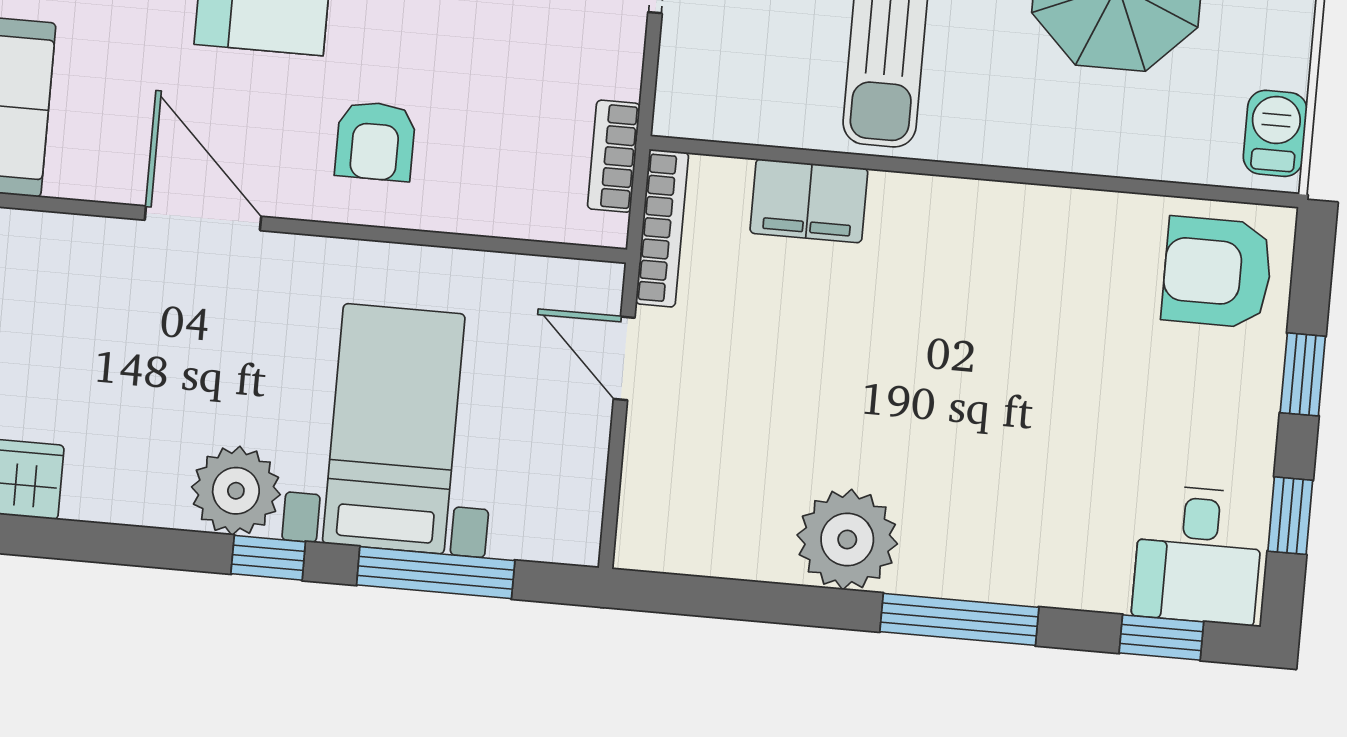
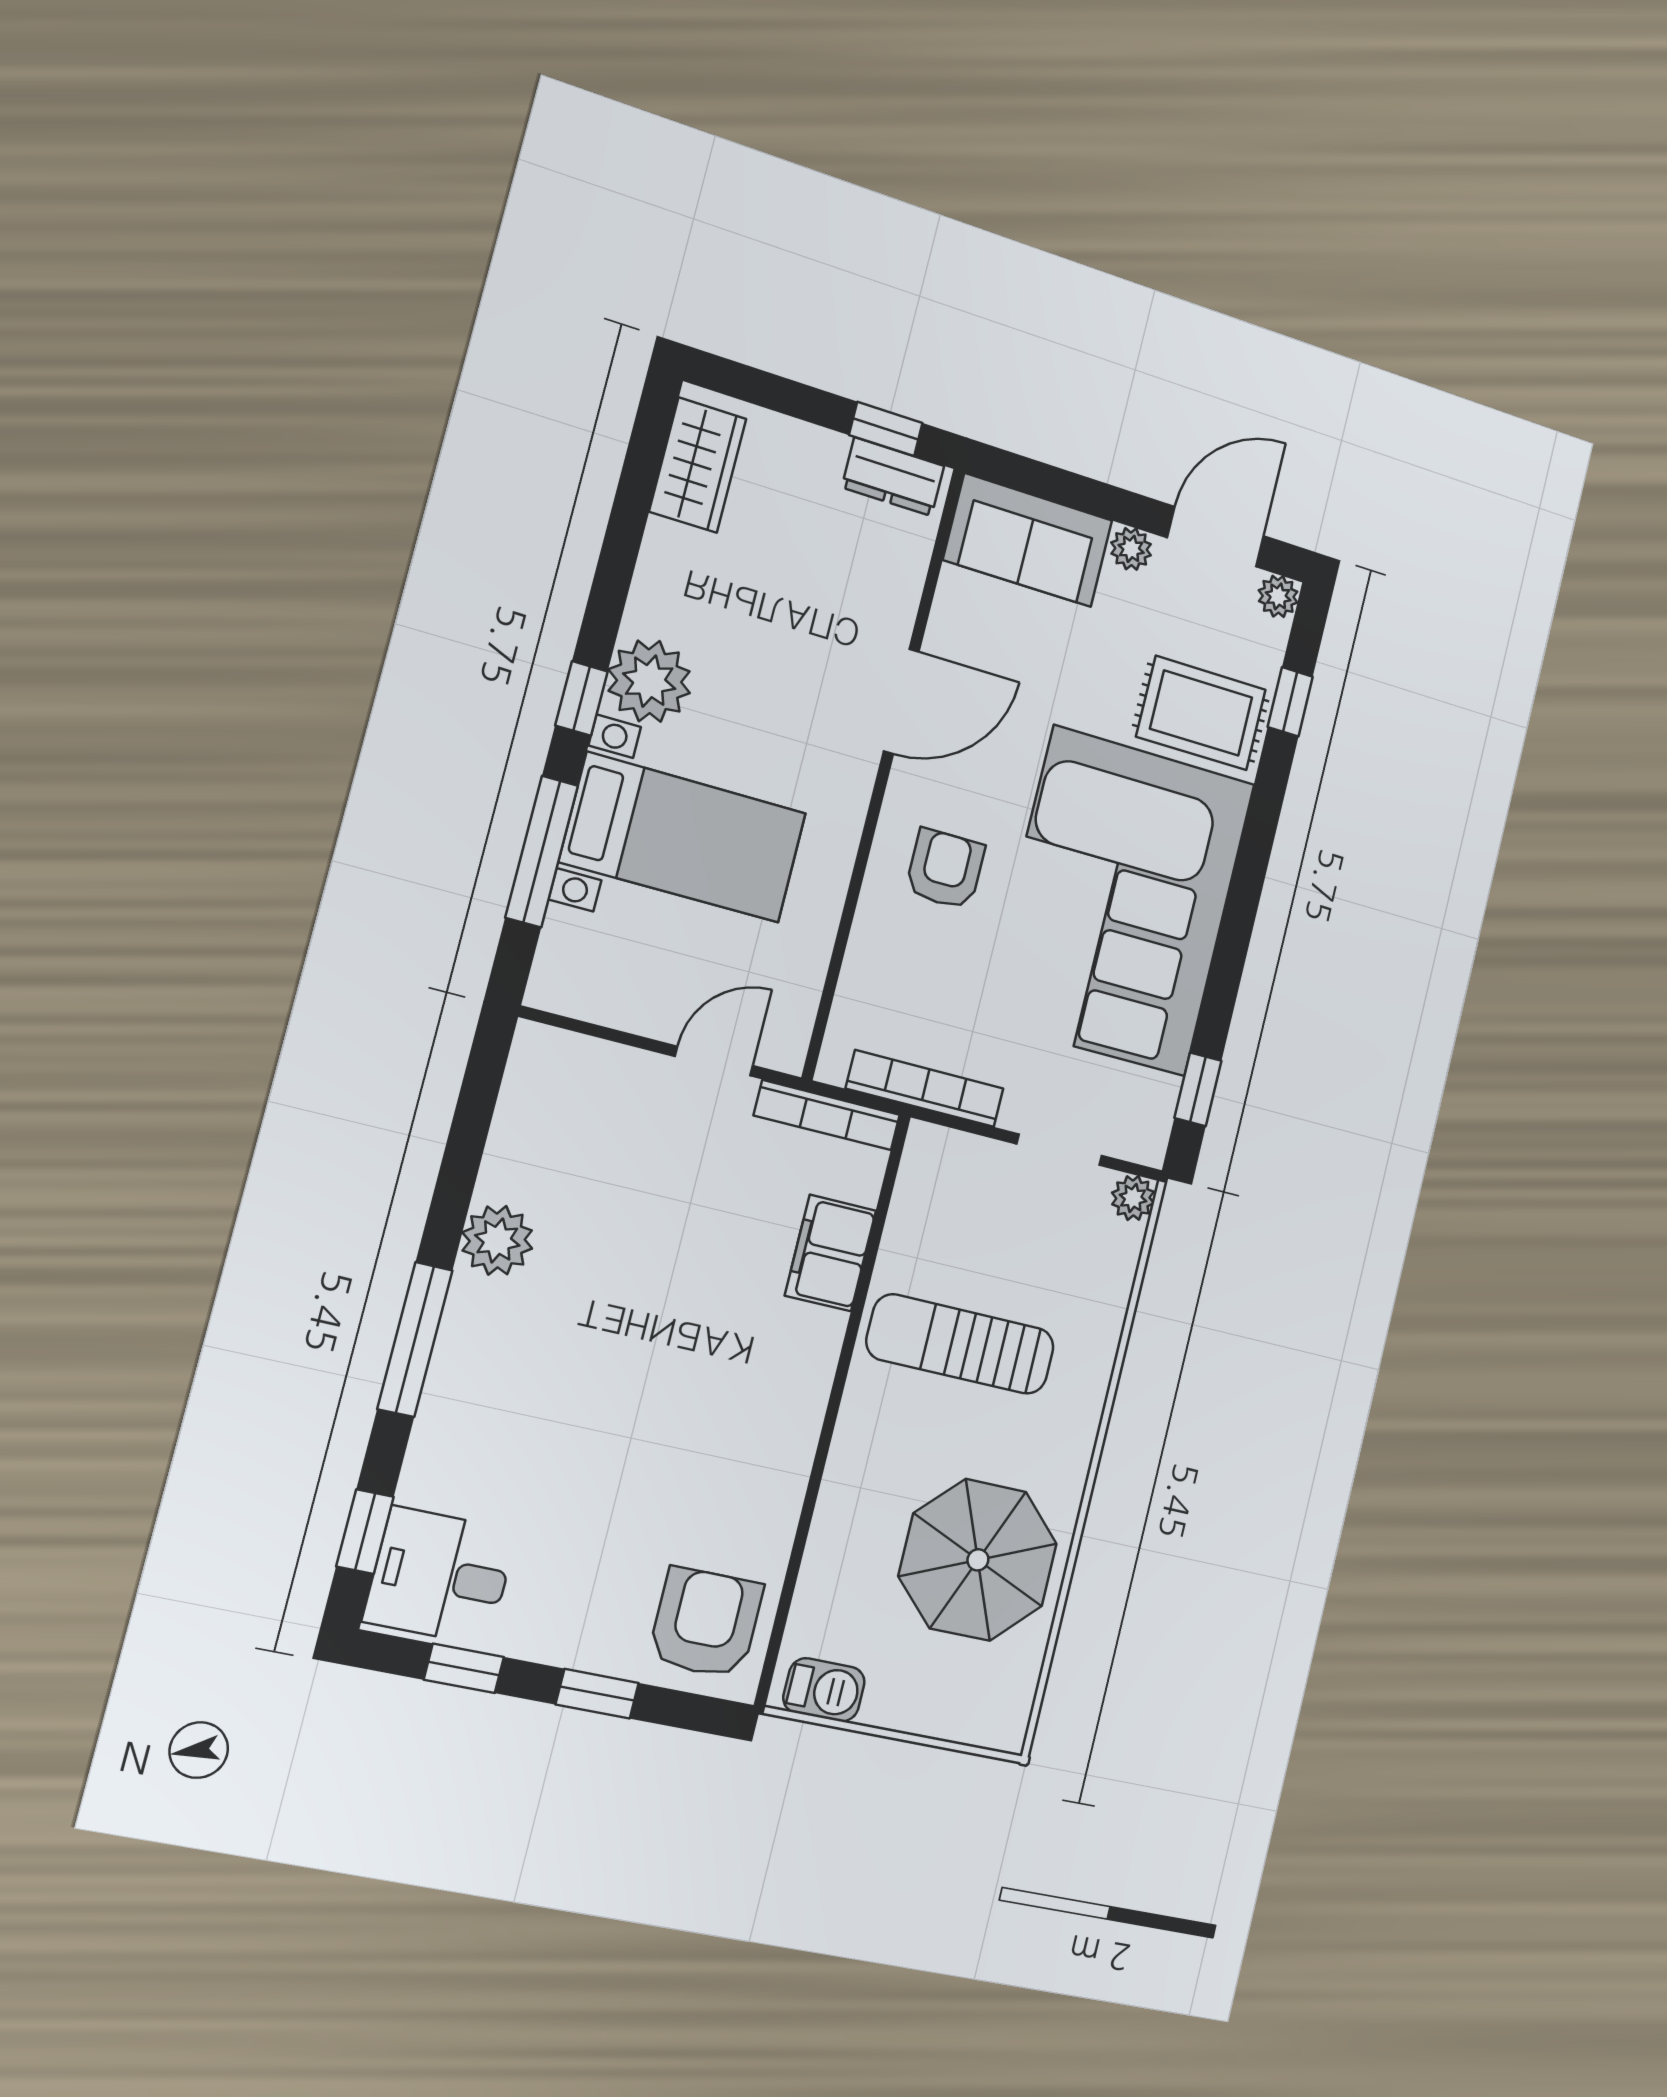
armchair: (375, 141) -> (945, 869), turned 90
bookcase: (614, 156) -> (925, 1089), width x1.56
plant: (847, 539) -> (497, 1240), width x0.73, depth x0.73

